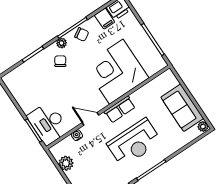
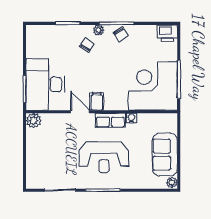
filing cabinet: (105, 19) -> (97, 101), moved, turned 180
corner desk: (116, 72) -> (153, 86), moved
desk: (48, 123) -> (45, 84), width x1.36, depth x1.30
water cooler: (77, 135) -> (132, 118), moved
plant: (66, 163) -> (34, 121), moved

